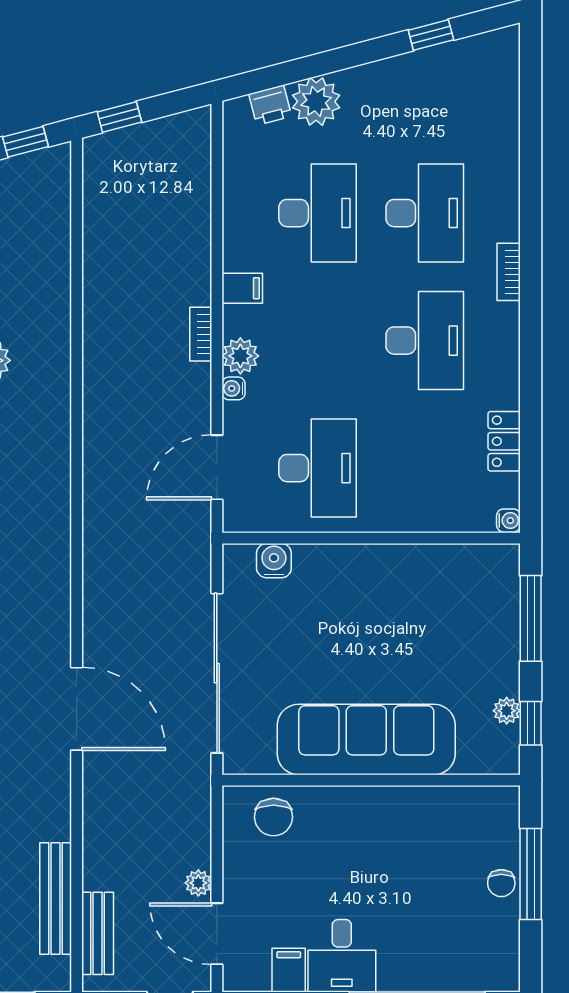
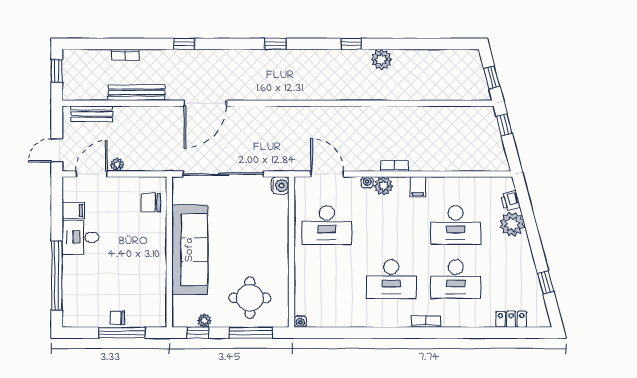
locker: (504, 441) -> (511, 319), moved
water cooler: (274, 561) -> (280, 185), moved
round table: (462, 621) -> (250, 298), added
bench: (56, 898) -> (136, 93), moved

